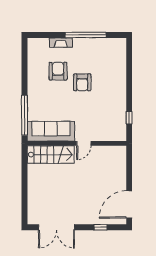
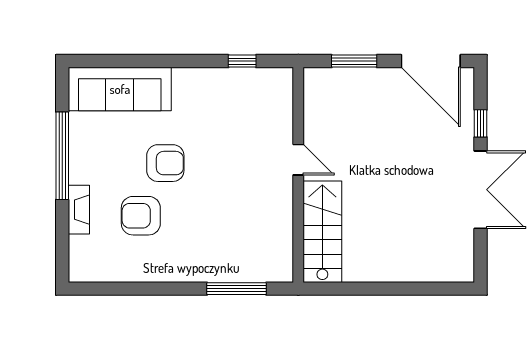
window: (25, 115) -> (237, 289), width x0.68
sofa: (51, 131) -> (120, 89), moved, turned -90
window: (129, 169) -> (354, 61), added
double door: (56, 227) -> (481, 190), moved

